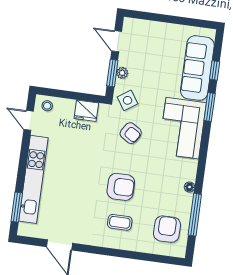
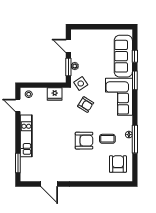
kitchen unit: (33, 179) -> (26, 136), width x0.73
window: (195, 215) -> (135, 139), moved
coffee table: (120, 222) -> (107, 139), moved

